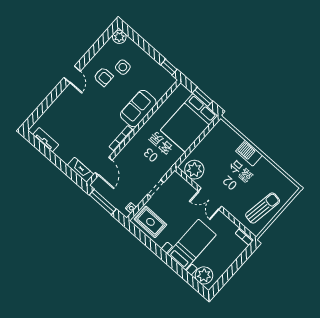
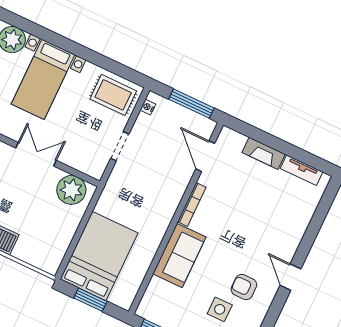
fireplace: (81, 170) -> (264, 153), moved

